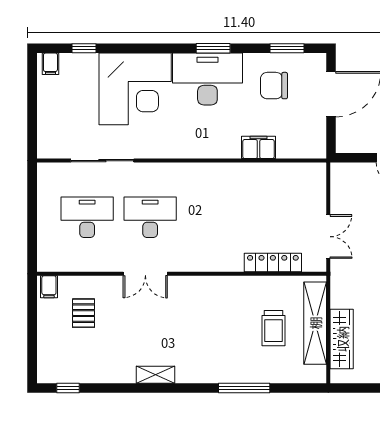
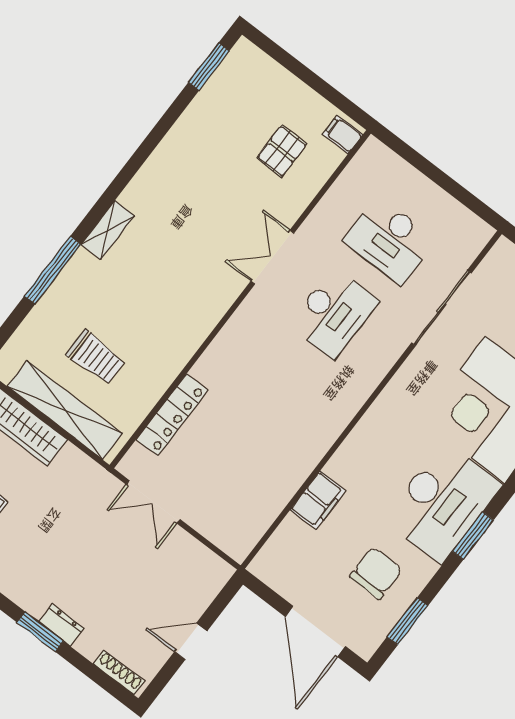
desk: (87, 217) -> (389, 240), turned 90
pallet: (84, 313) -> (282, 151), turned 90
trolley: (274, 328) -> (96, 357), turned 180
shelving: (155, 375) -> (108, 230), moved
window: (68, 388) -> (209, 67), width x1.50

